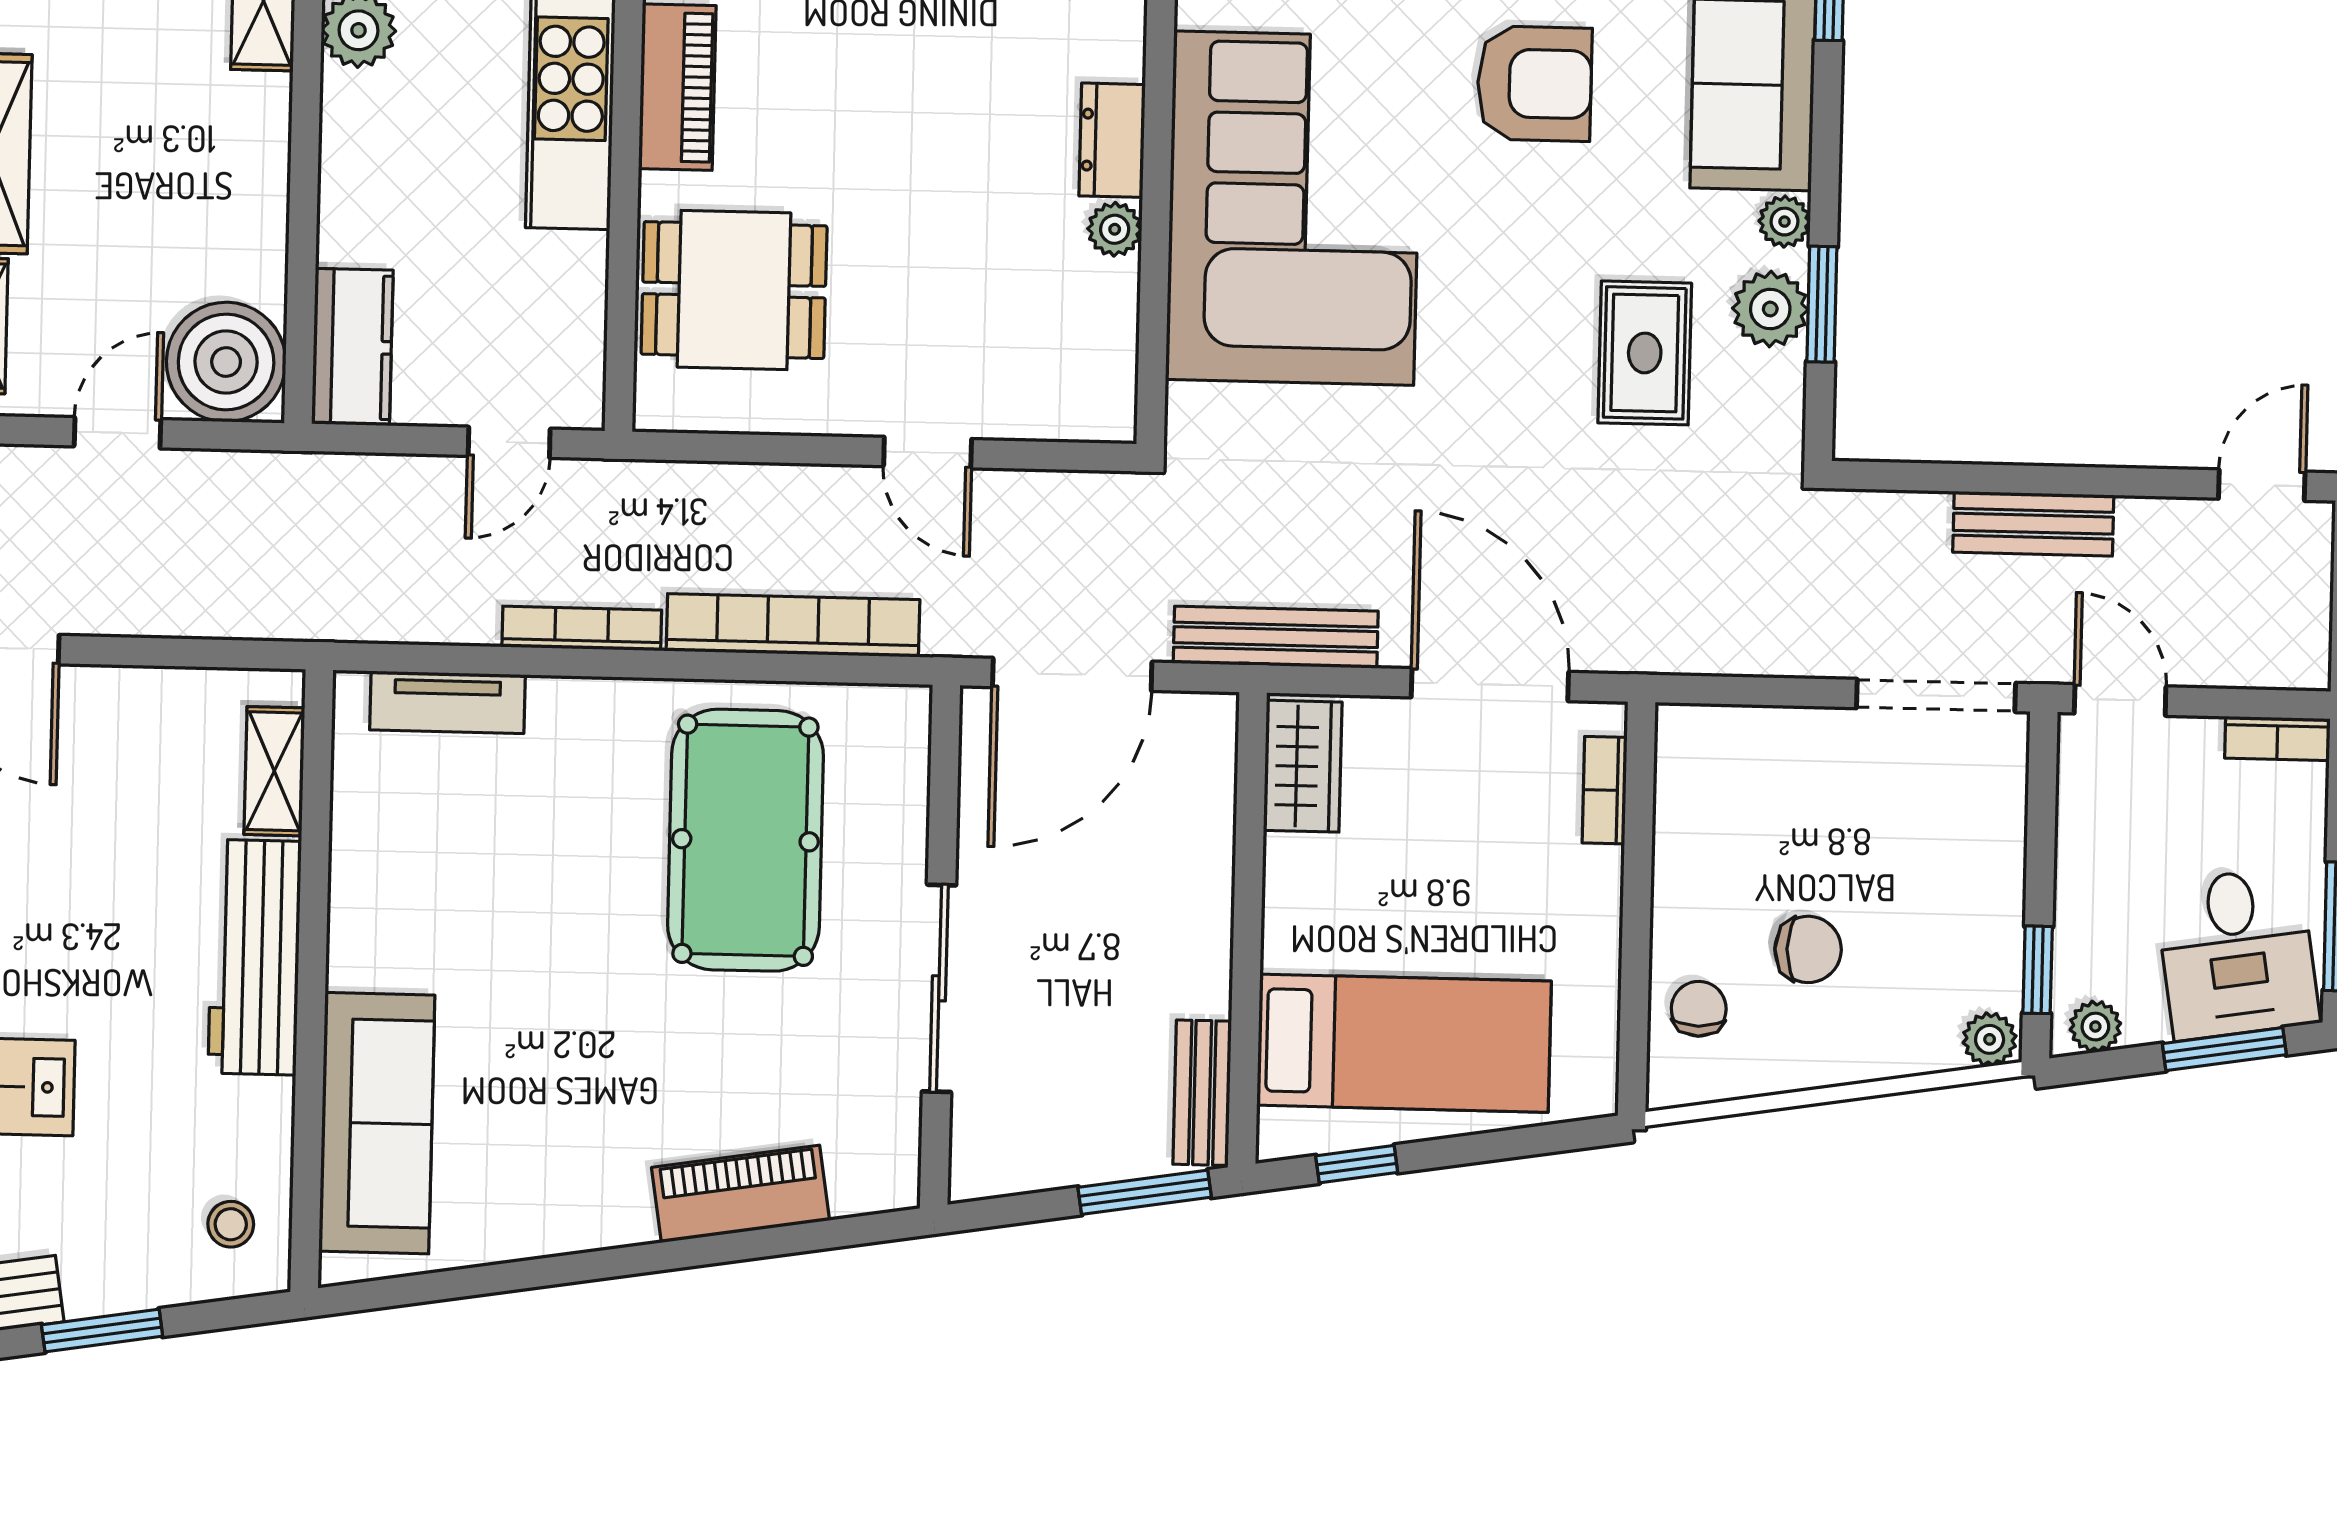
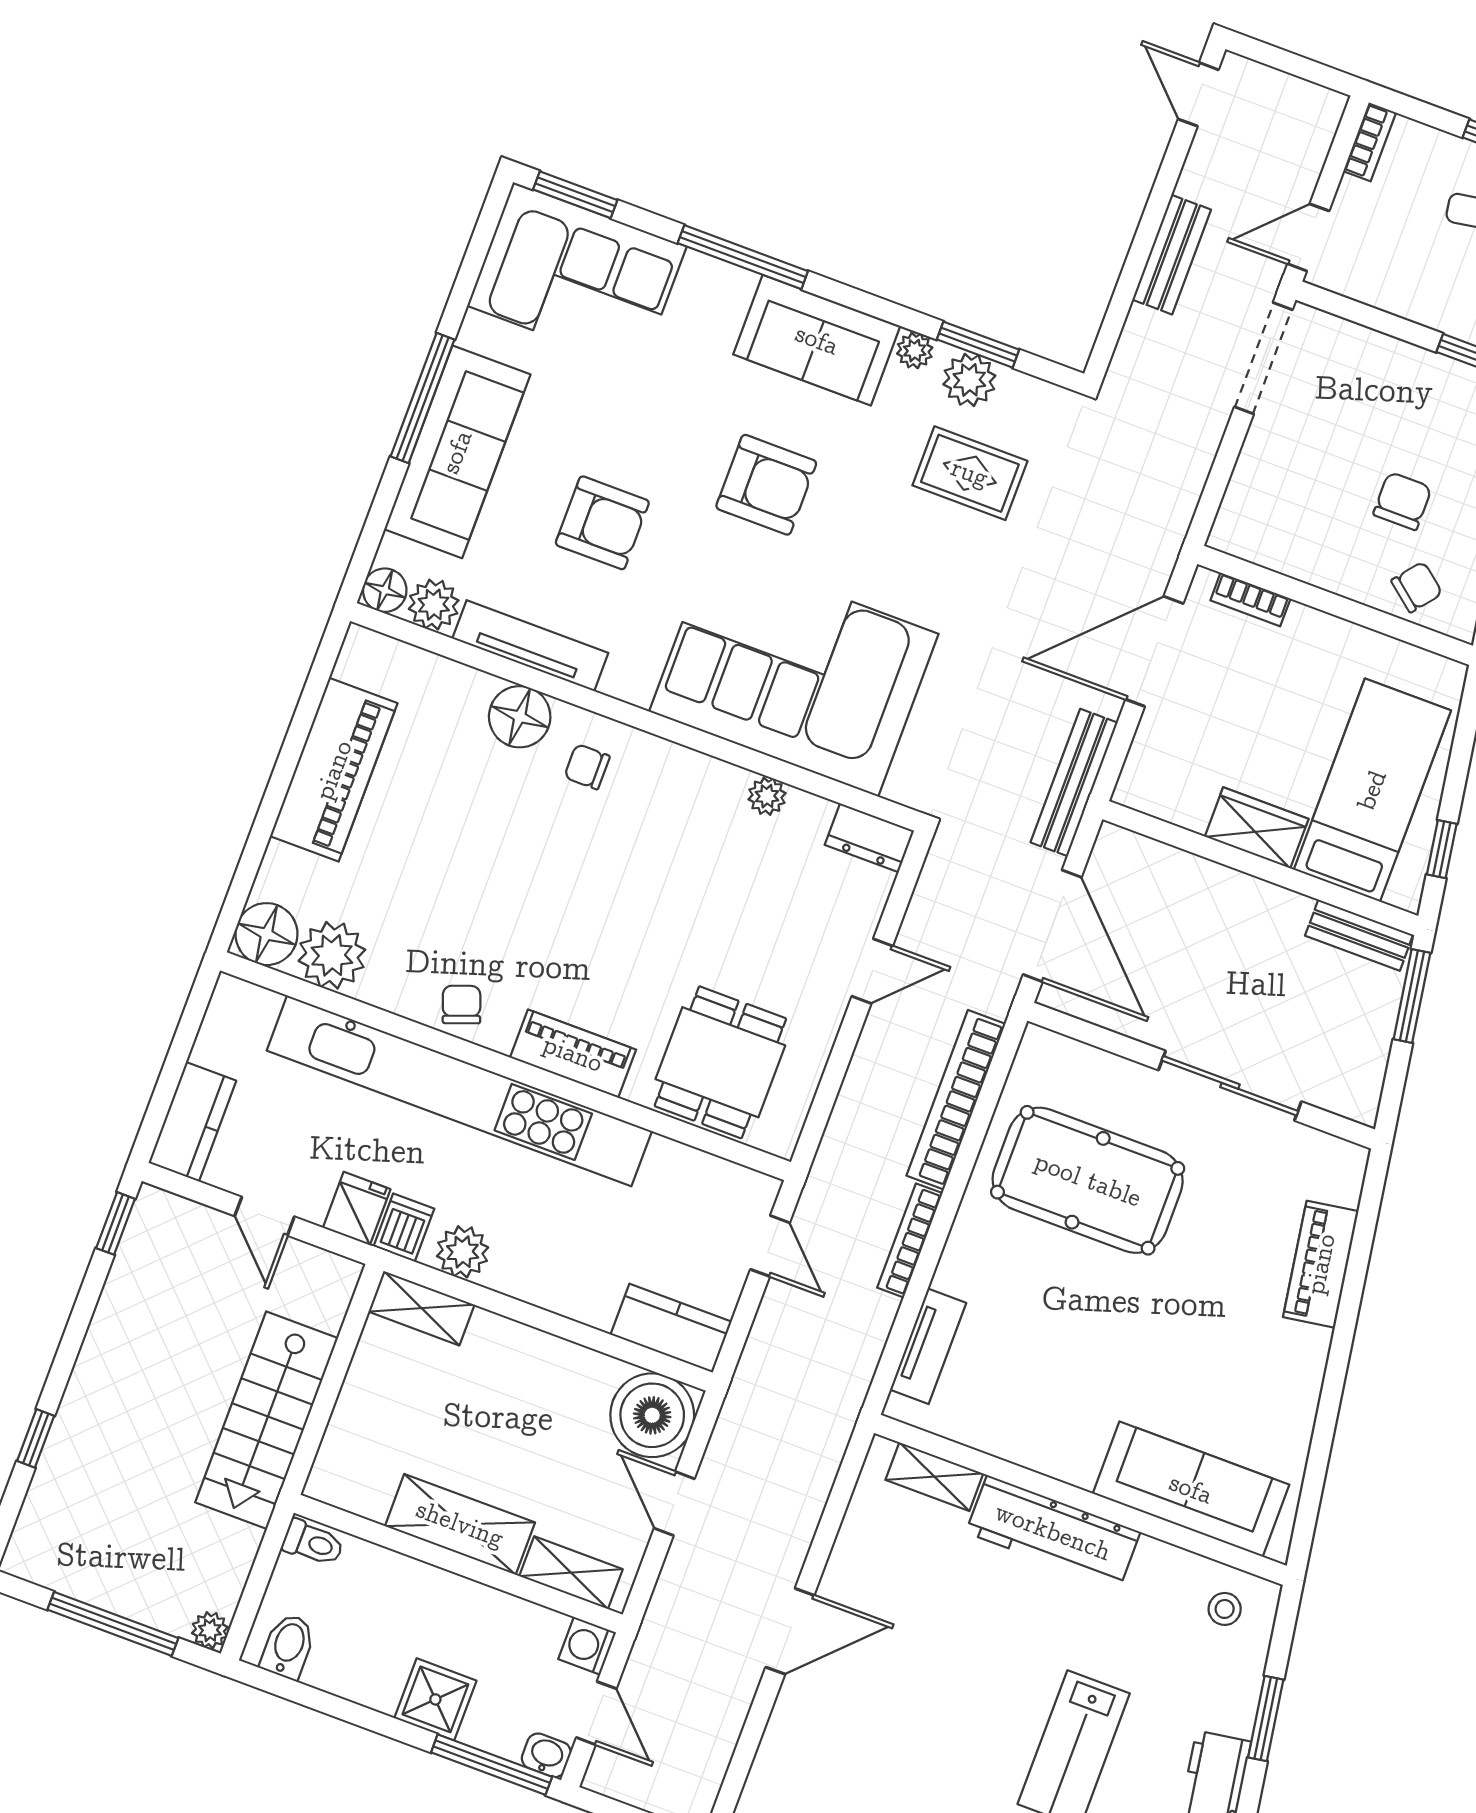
armchair: (1534, 84) -> (766, 485), turned 90
dresser: (1112, 140) -> (869, 838), moved
wardrobe: (1303, 766) -> (1257, 828), moved
chair: (1699, 1009) -> (1417, 587), turned 129

